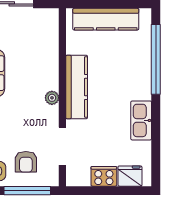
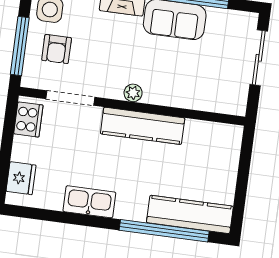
kitchen counter: (106, 19) -> (190, 214), moved, turned 90
armchair: (26, 162) -> (57, 49), turned -90
cooker: (104, 176) -> (28, 119), moved

